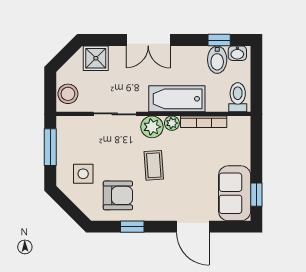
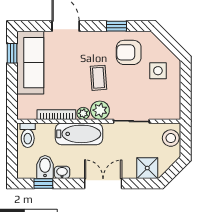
washbasin: (237, 53) -> (62, 172), moved
window: (50, 147) -> (186, 93), removed
sofa: (235, 193) -> (30, 63), width x1.36

